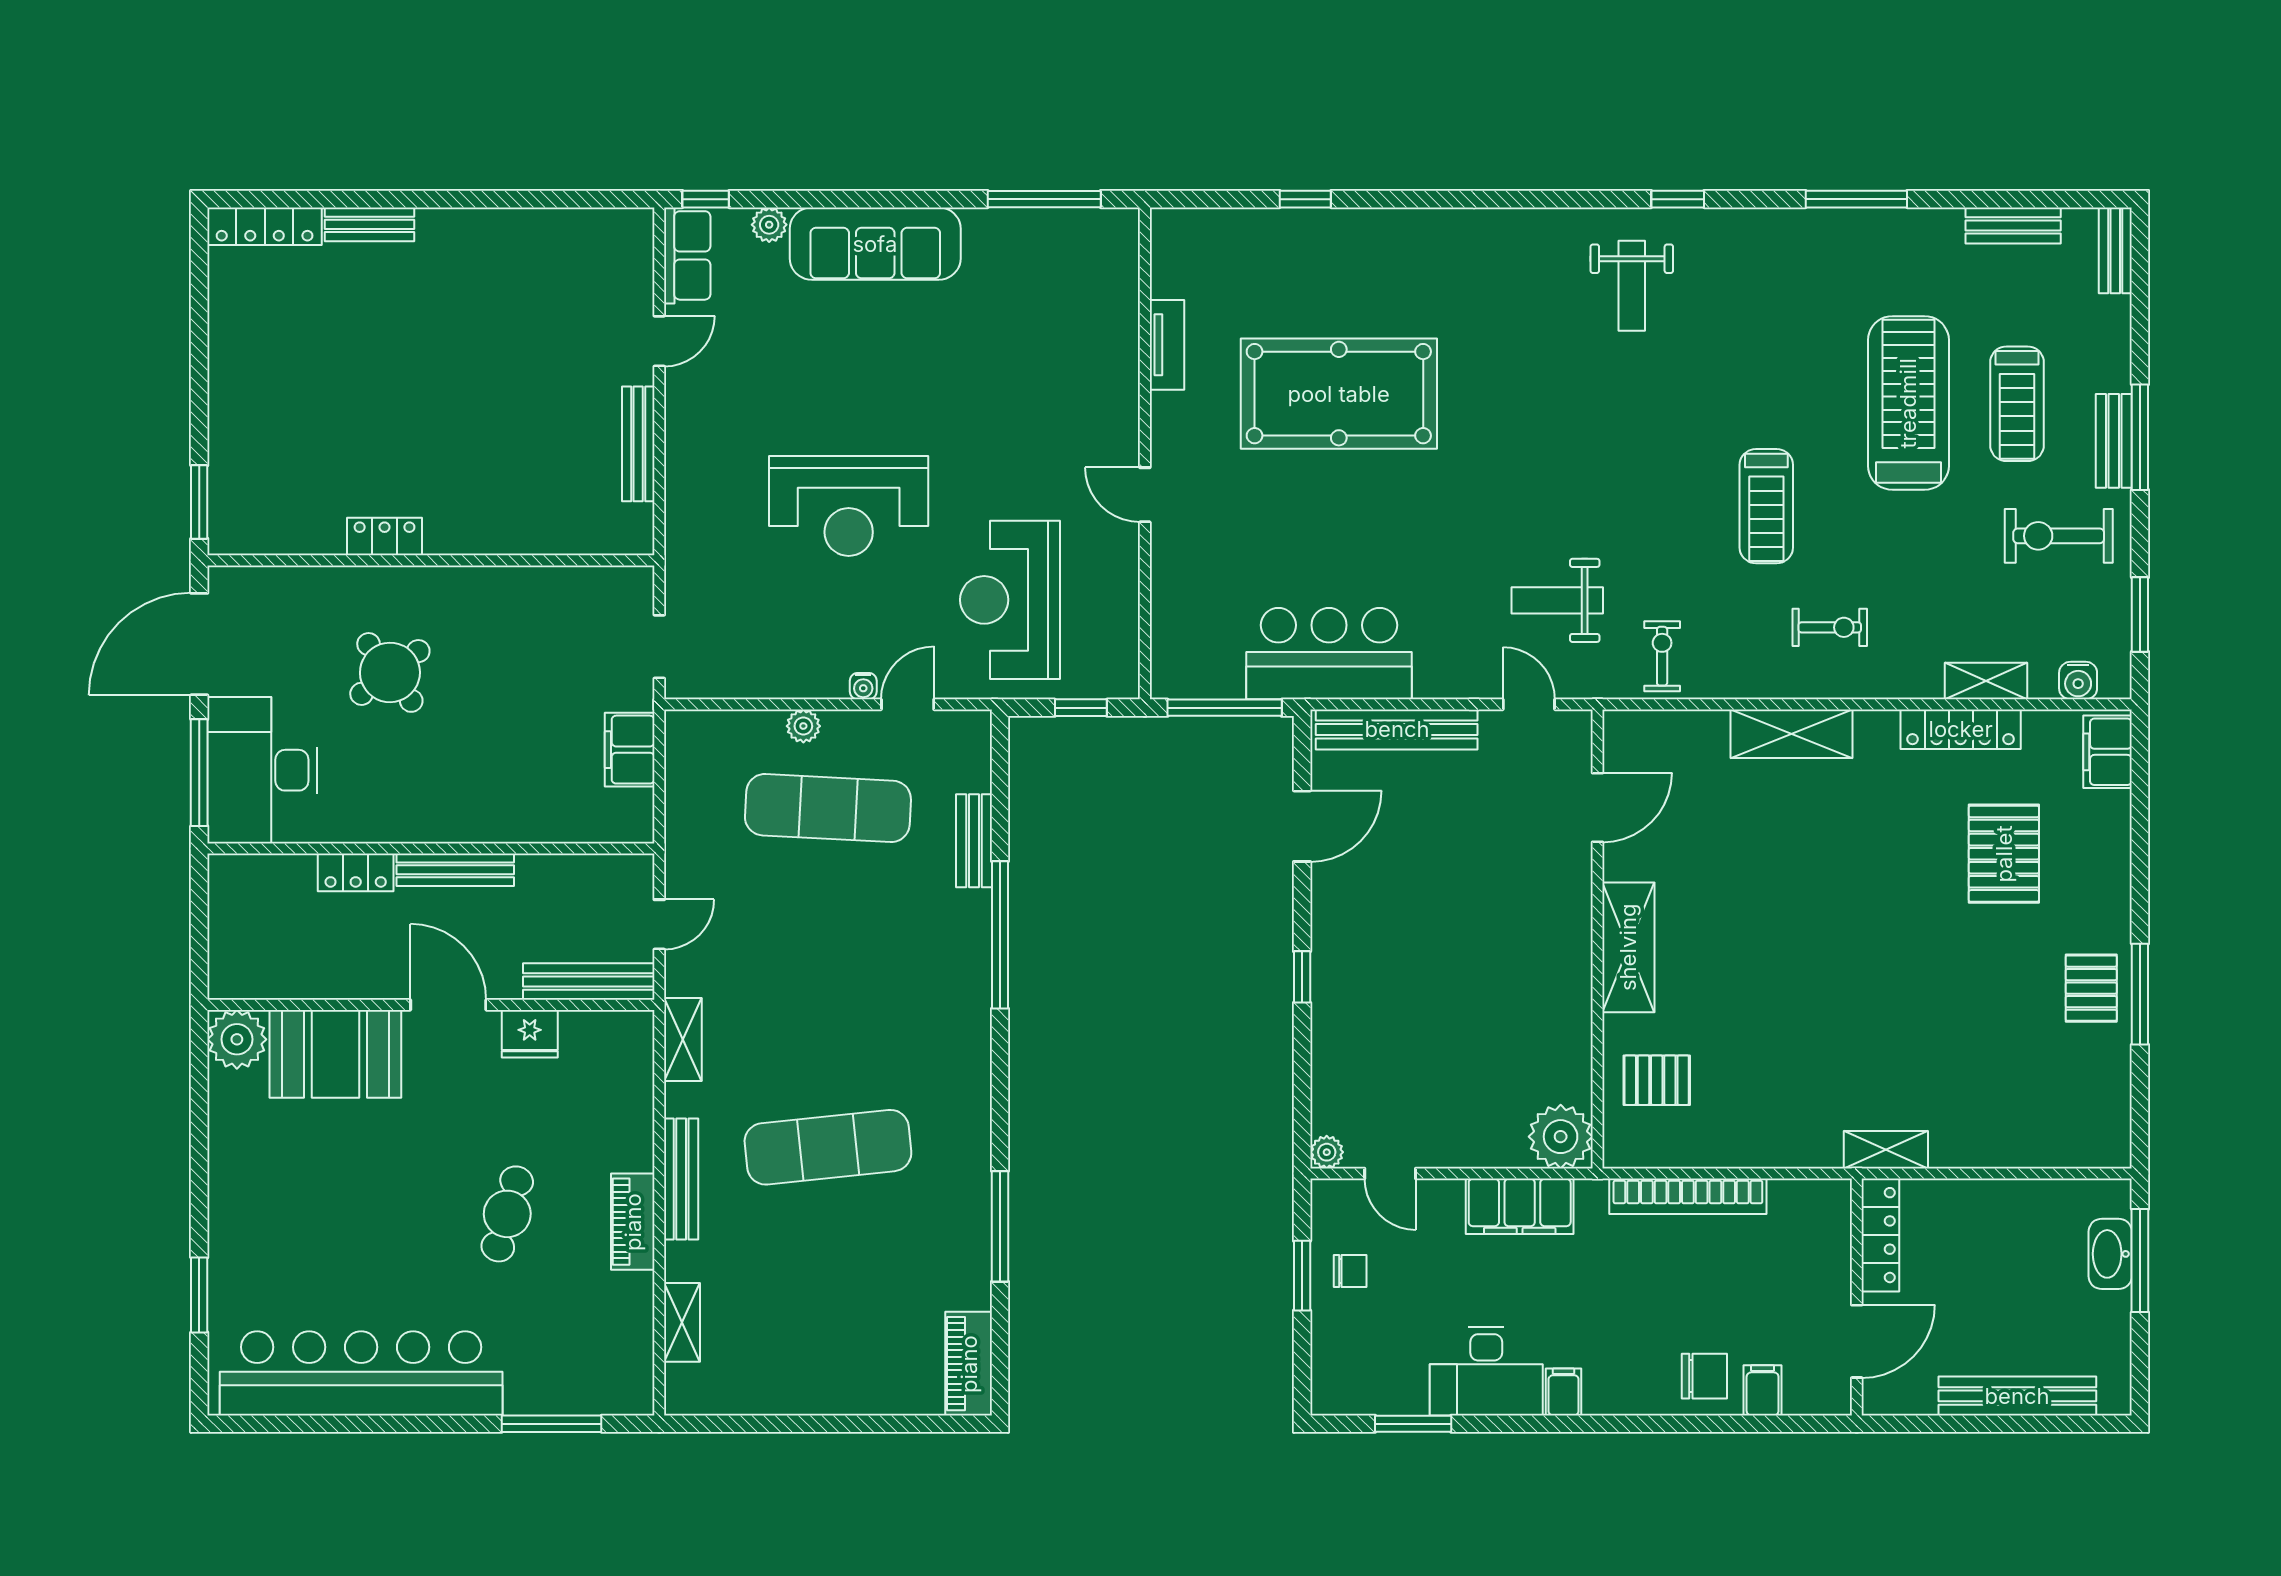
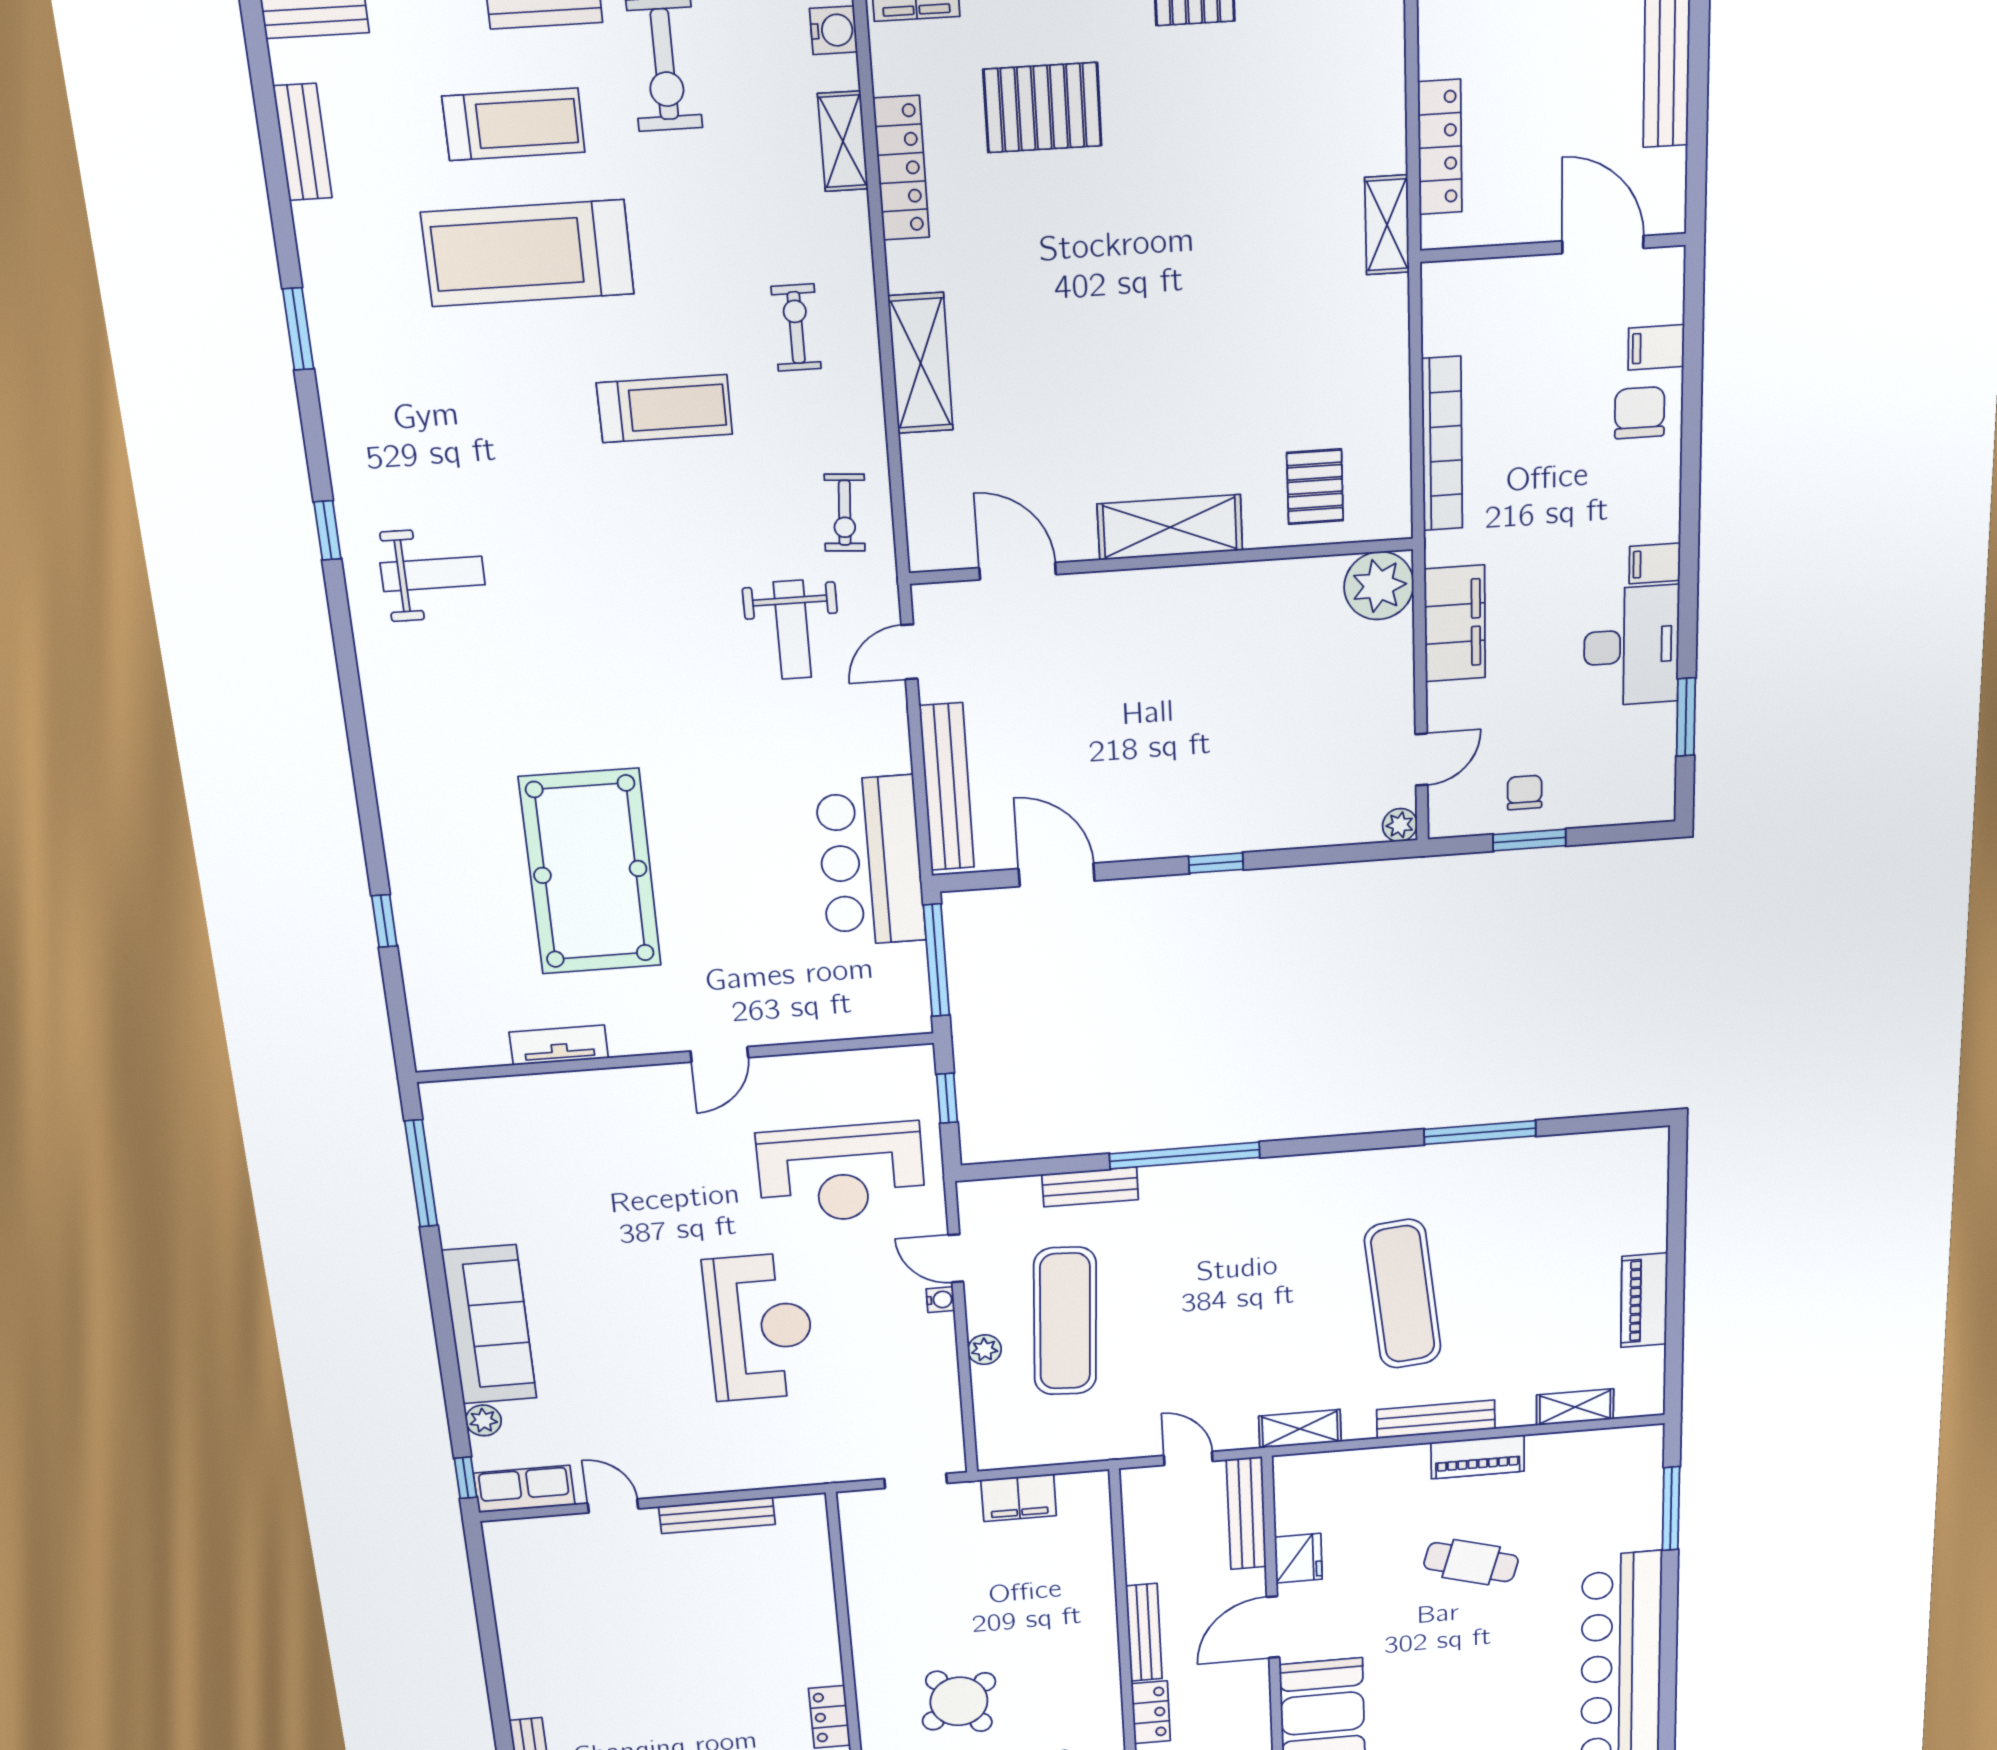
window: (1856, 199) -> (298, 329), width x0.69
exercise bike: (1662, 656) -> (845, 513), turned -86
locker: (1880, 1235) -> (1440, 147), moved, turned 90
piano: (969, 1364) -> (1644, 1300), moved, turned 90

